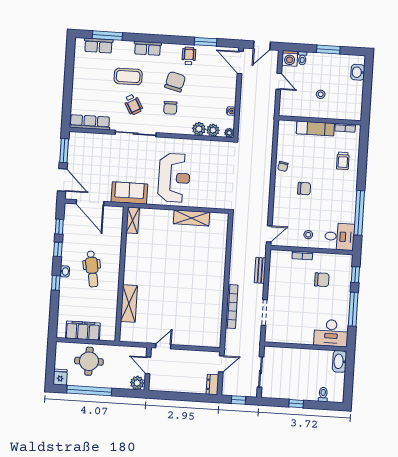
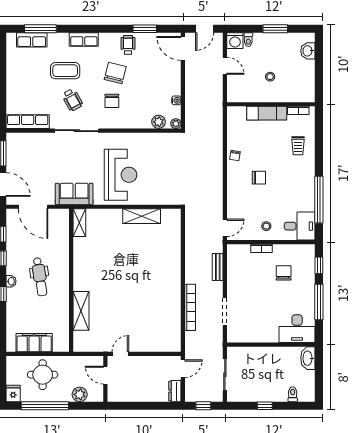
plant: (199, 129) -> (144, 121), removed
chair: (322, 280) -> (284, 273), turned -90
plant: (137, 383) -> (80, 394), moved

